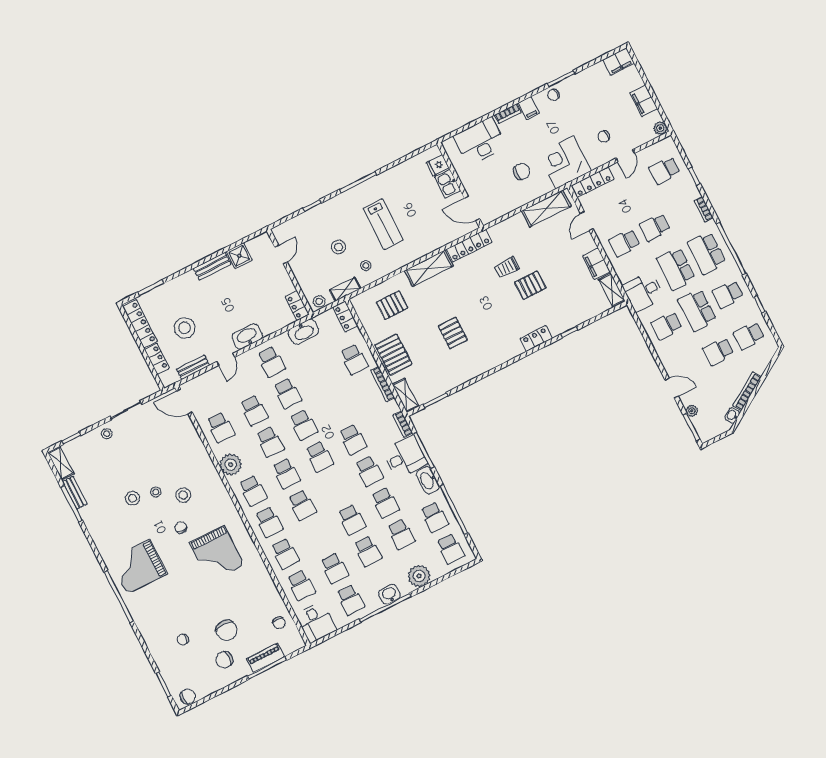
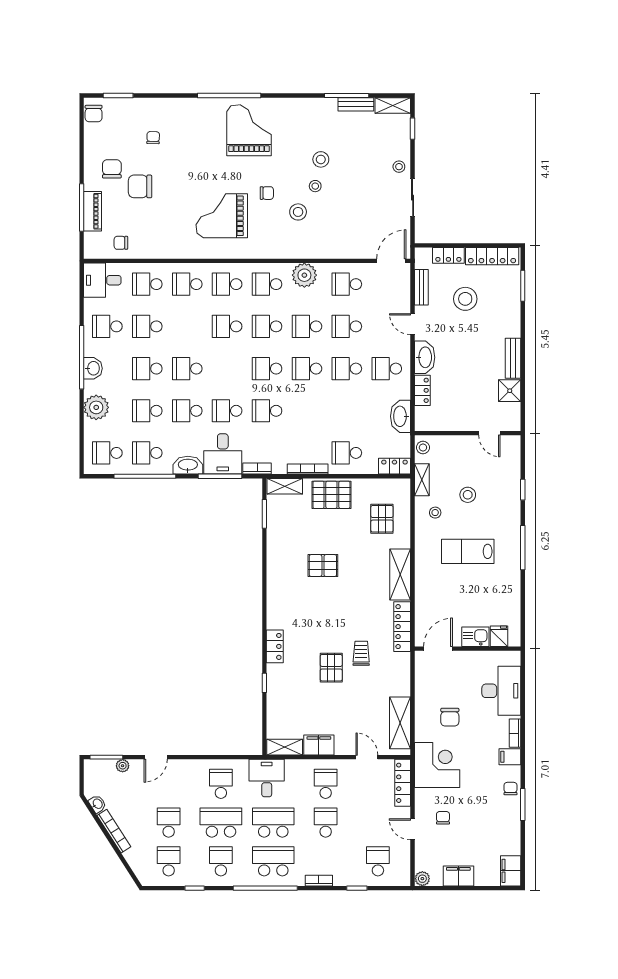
locker: (297, 306) -> (422, 390), moved, turned 90

